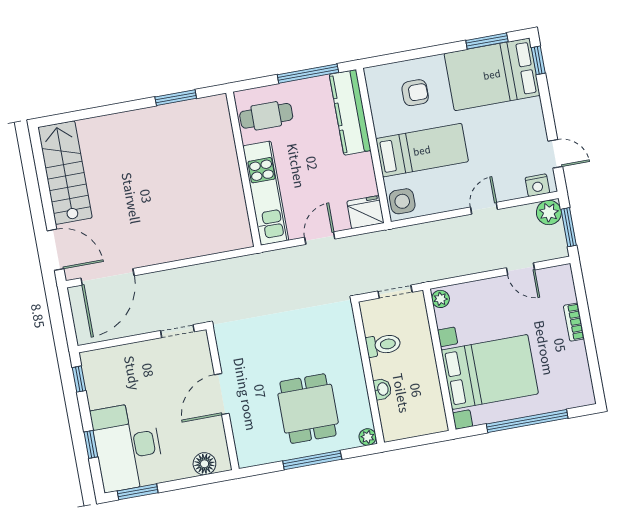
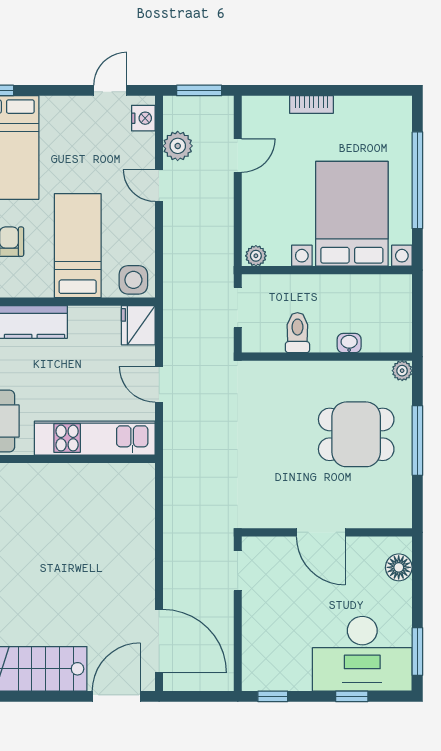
plant: (549, 212) -> (178, 146), moved

